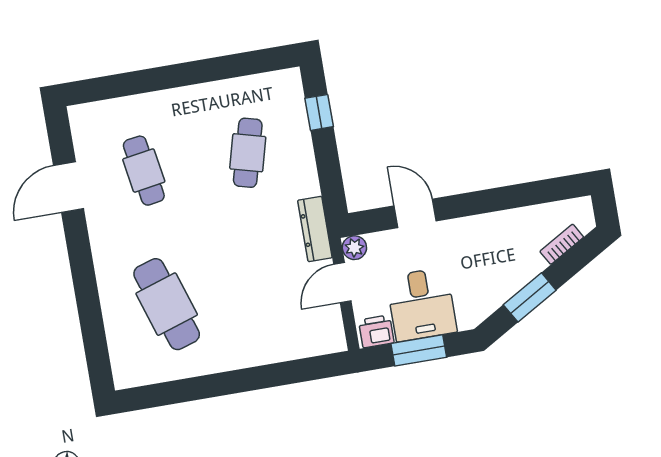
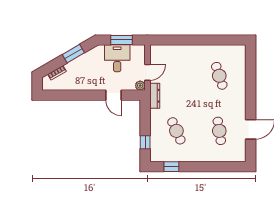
window: (245, 64) -> (171, 167), added
cafe table: (248, 153) -> (176, 131), turned -39
cafe table: (167, 304) -> (219, 76), width x0.73, depth x0.74
printer: (376, 331) -> (137, 51), removed

